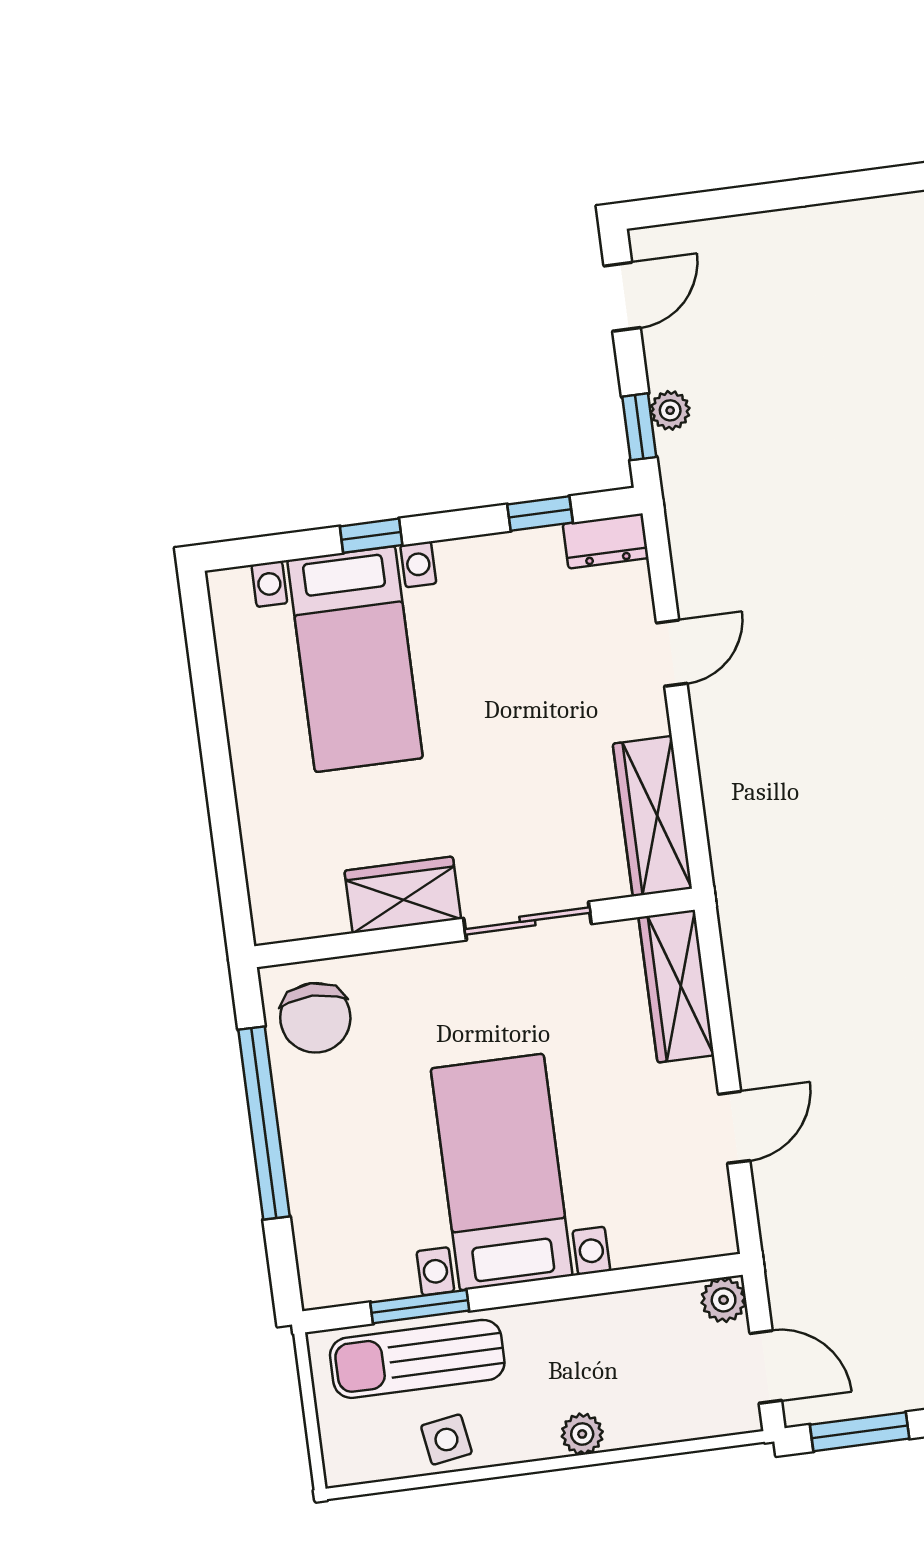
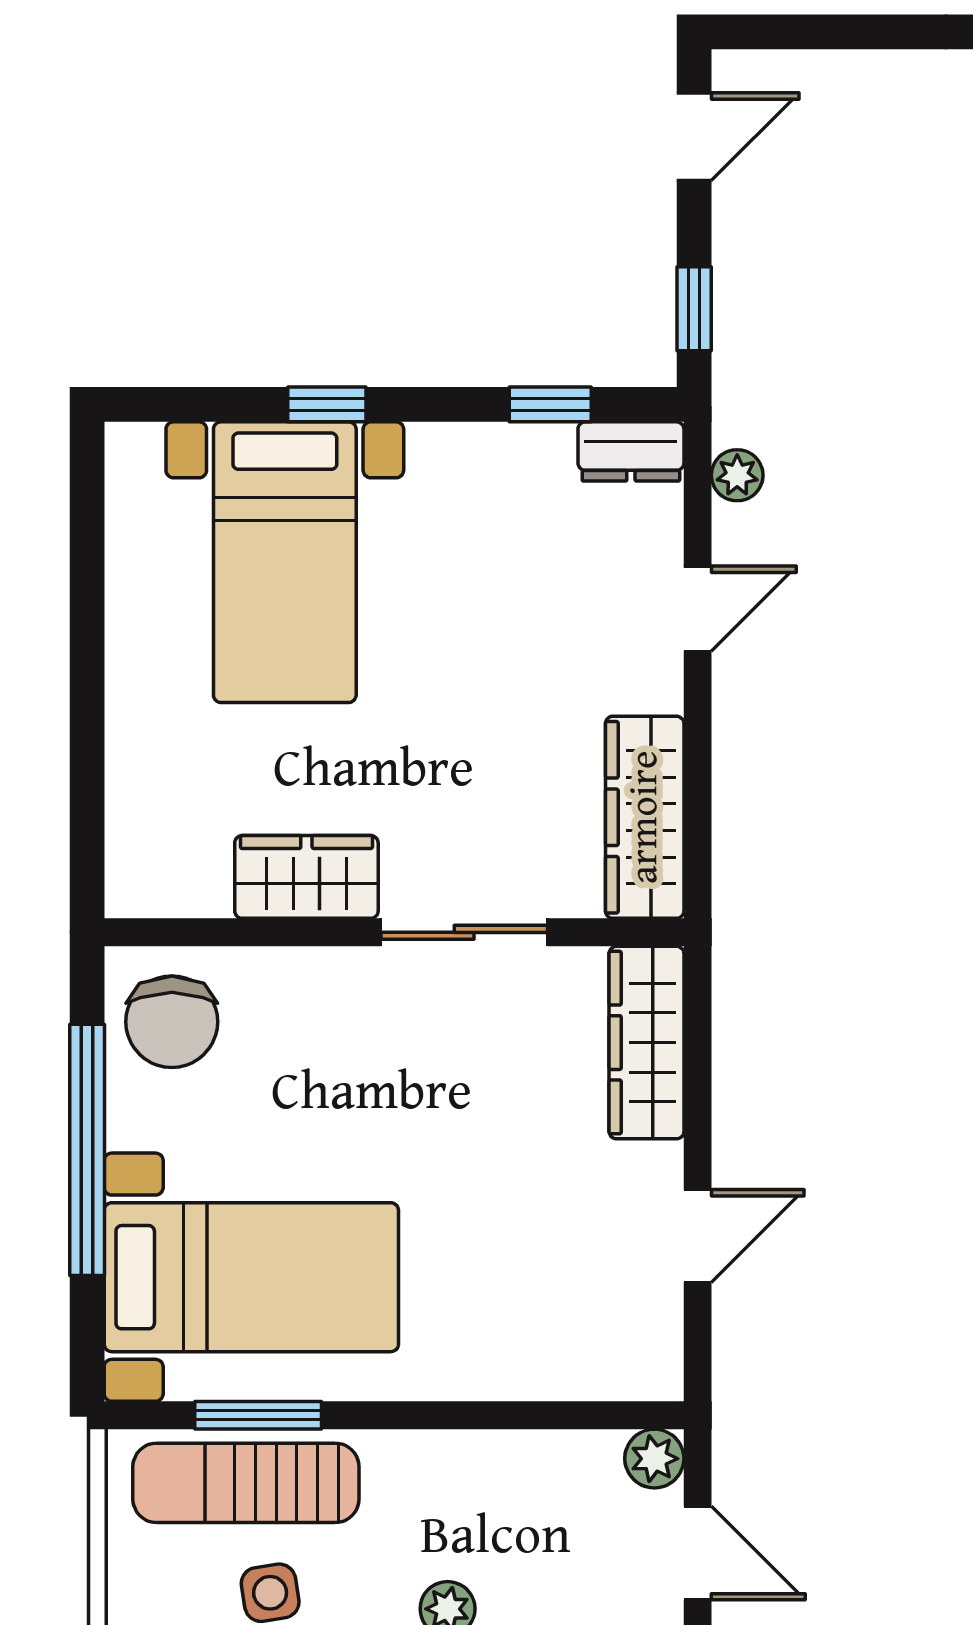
plant: (670, 410) -> (737, 475), moved
bed with nightstands: (502, 1172) -> (251, 1277), moved, turned 90

